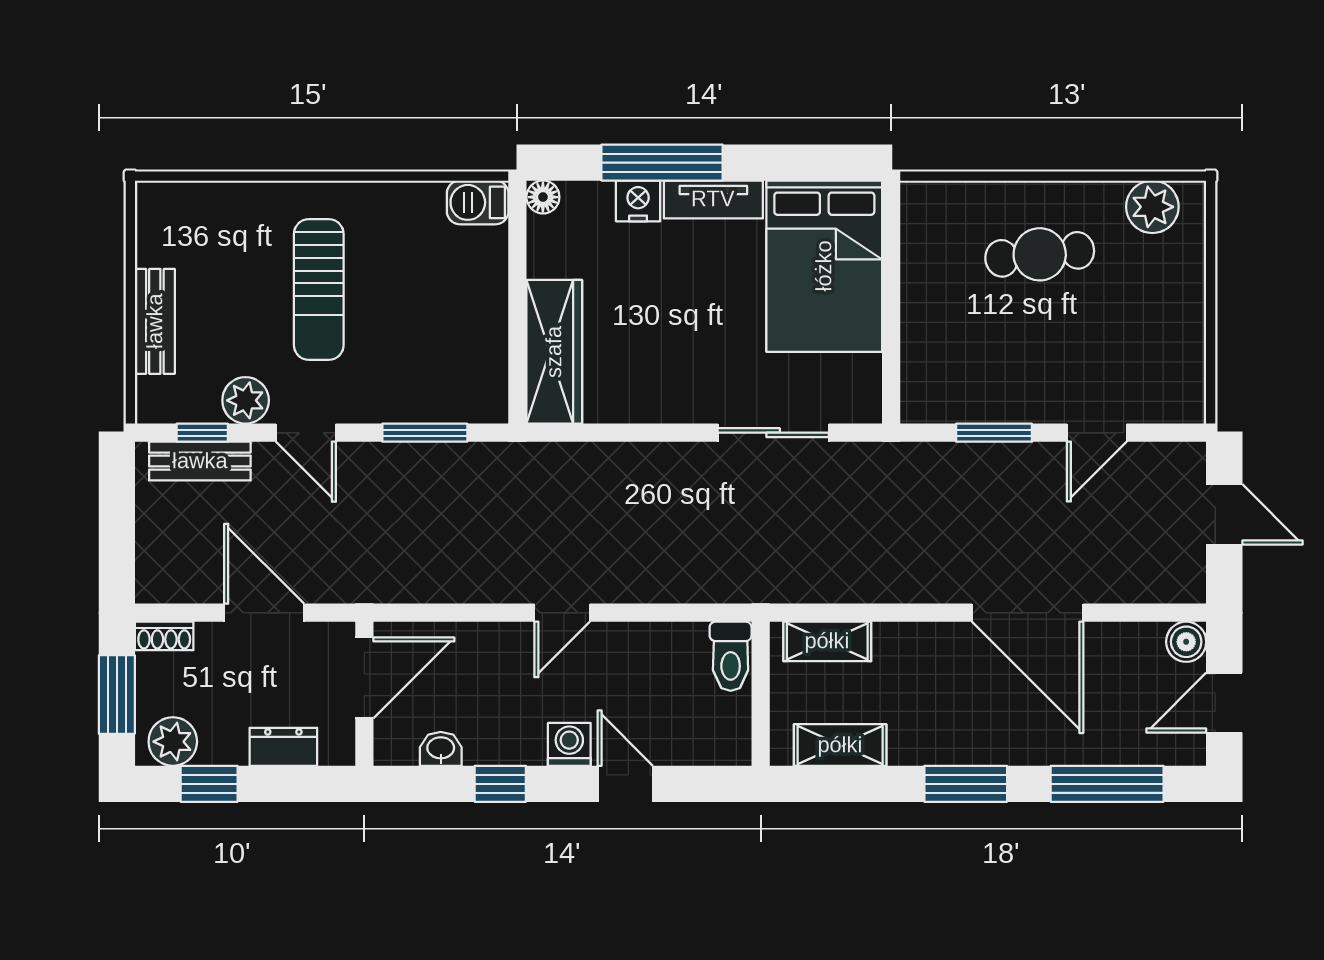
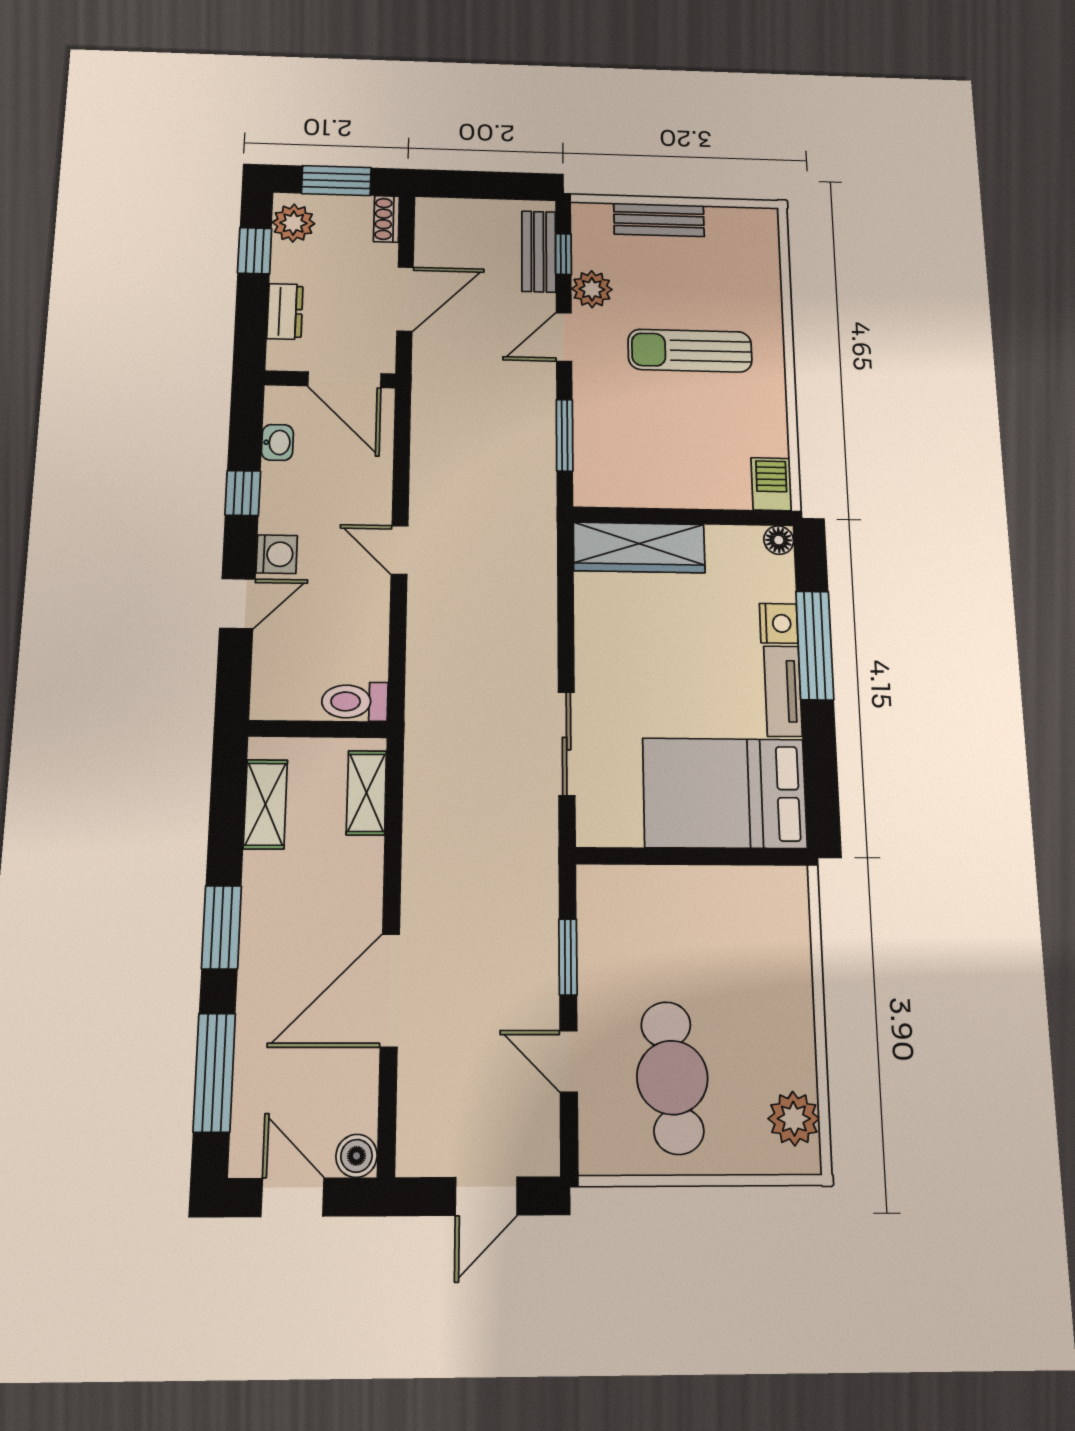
cafe table: (1040, 254) -> (672, 1078), moved, width x1.37, depth x1.35

